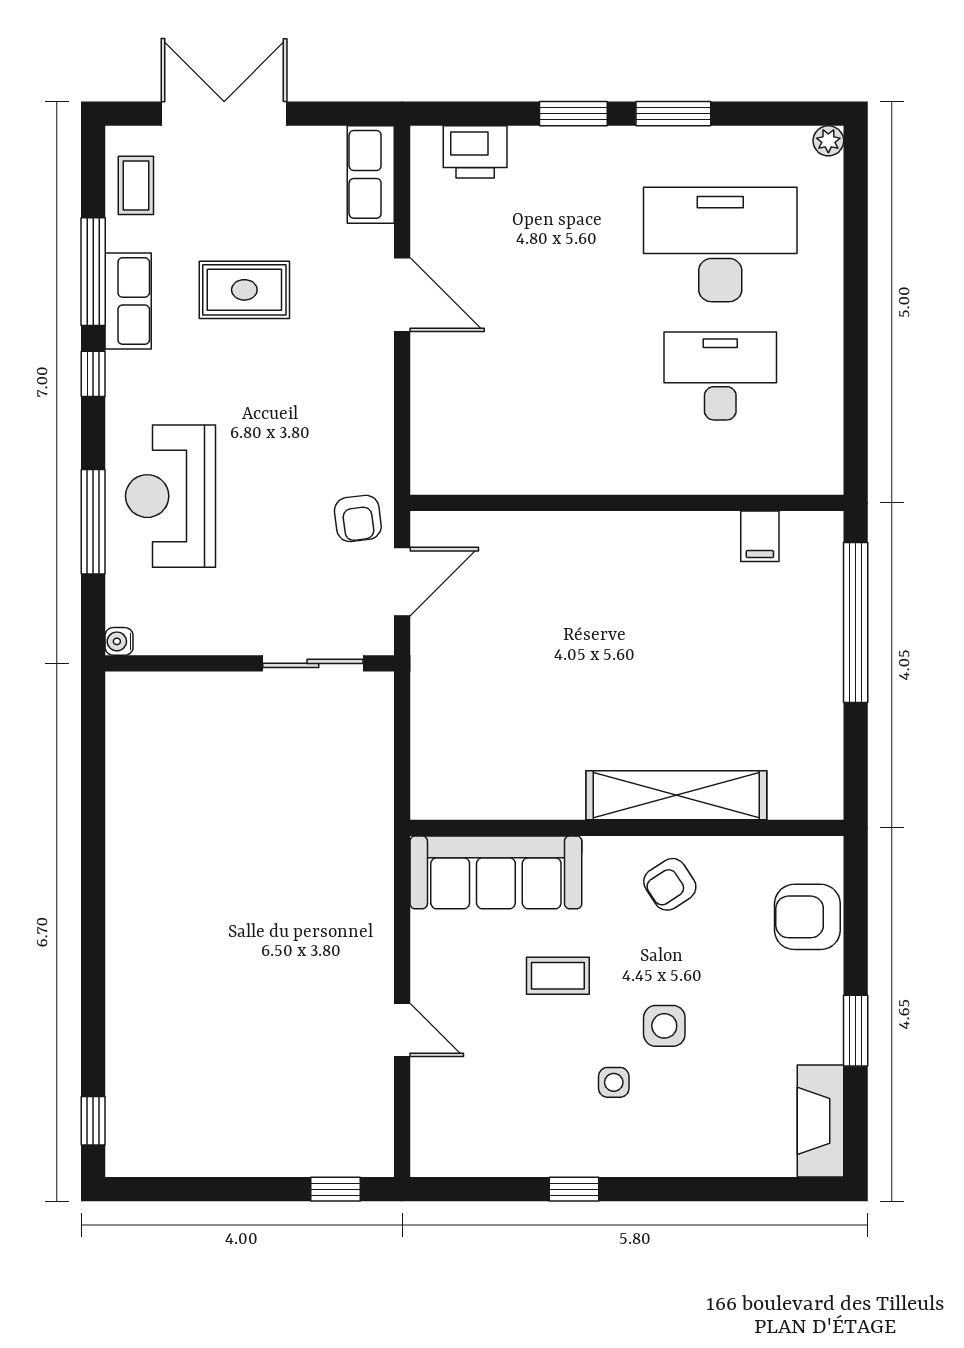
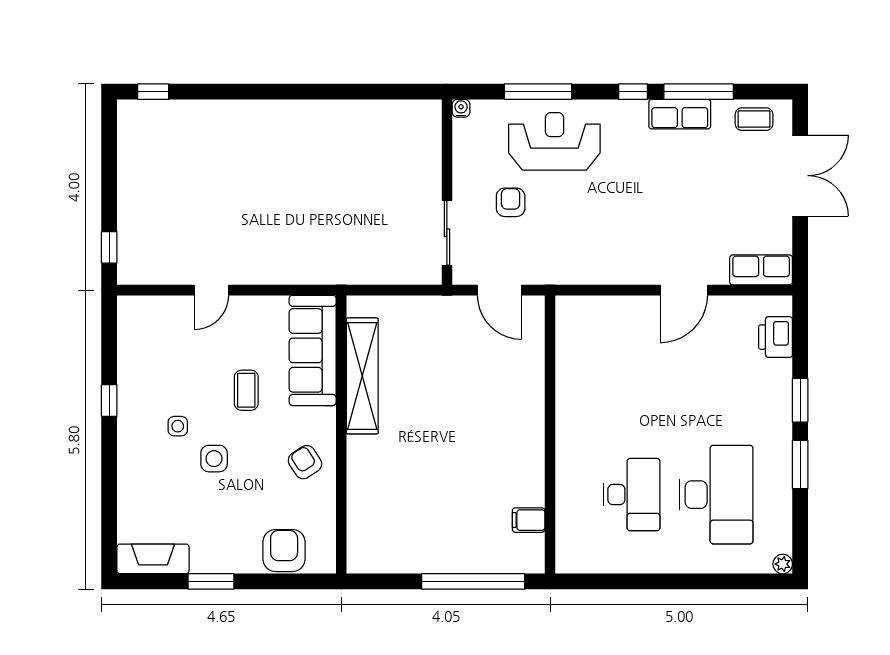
rug: (244, 290) -> (687, 189), removed
armchair: (358, 518) -> (511, 202), moved, turned 97
shelving: (676, 795) -> (362, 376), moved

